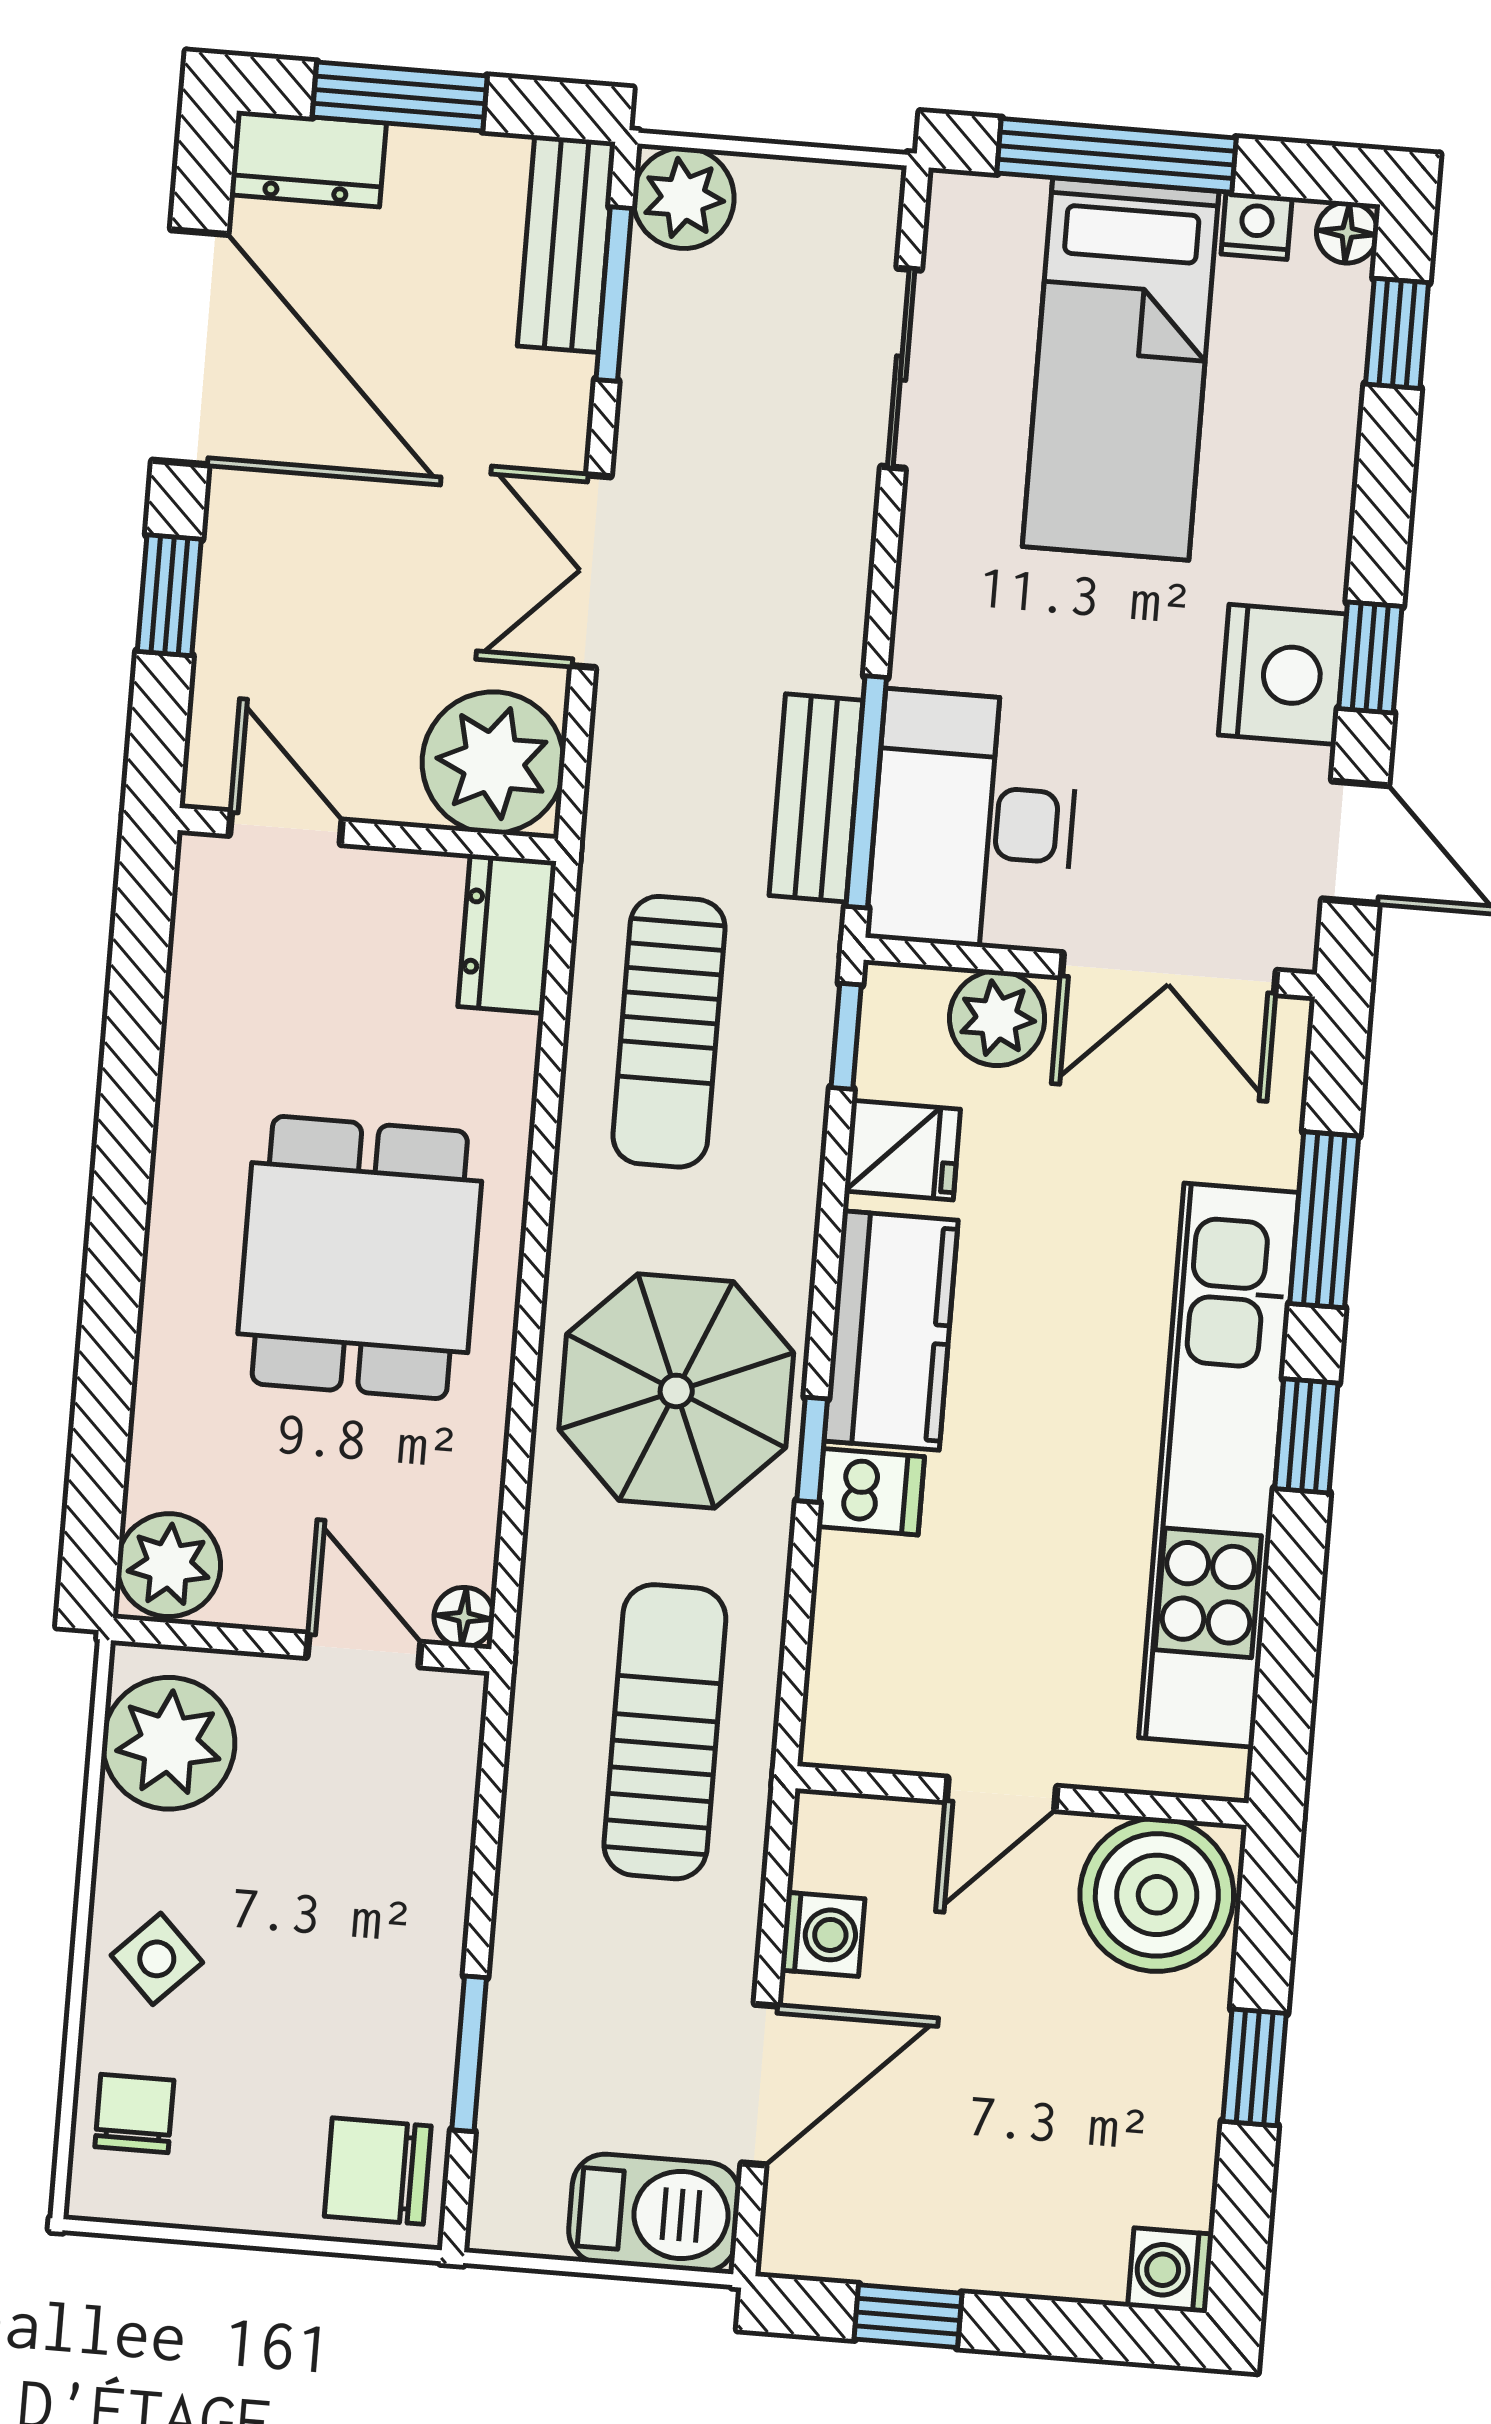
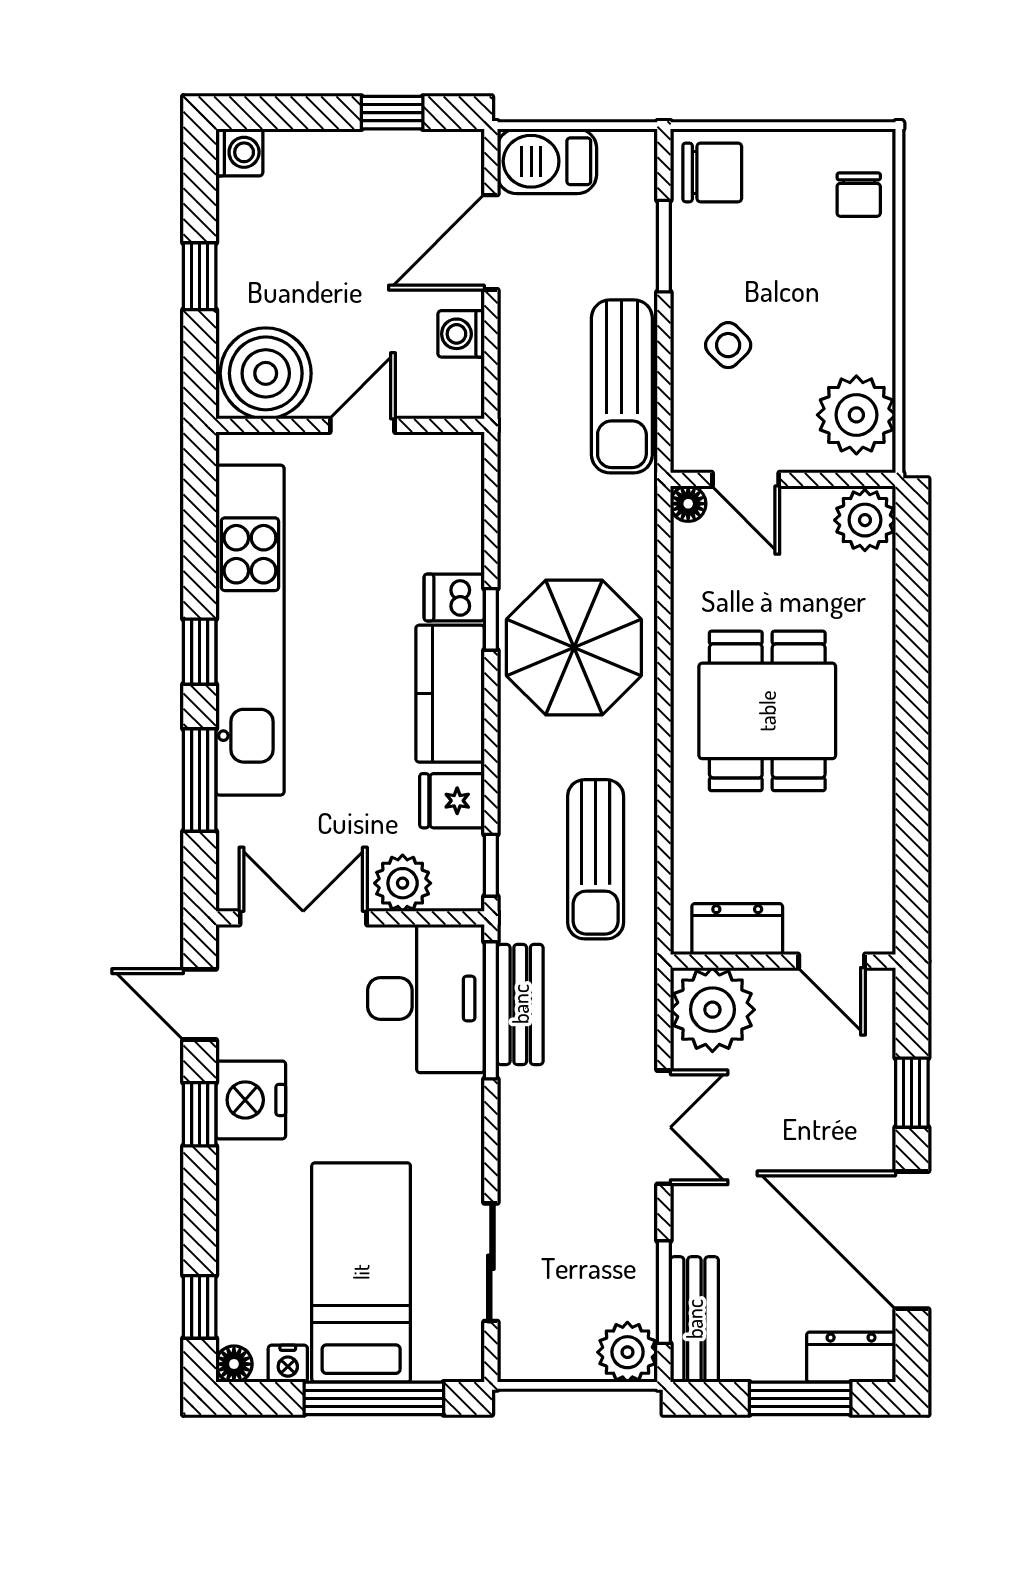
dresser: (507, 934) -> (737, 929), moved, turned -90
sun lounger: (669, 1032) -> (596, 859), turned 180
sun lounger: (665, 1732) -> (622, 386), moved
side table: (157, 1959) -> (728, 345), moved

